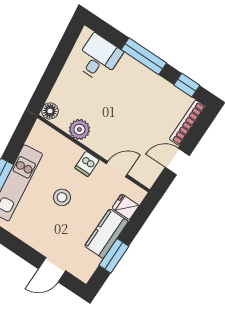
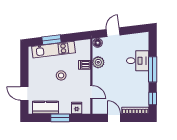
desk: (99, 58) -> (138, 61), moved
door: (50, 78) -> (113, 32), added
dishwasher: (87, 164) -> (85, 65), moved
kitchen counter: (106, 234) -> (46, 108), moved
window: (114, 256) -> (60, 118), moved

